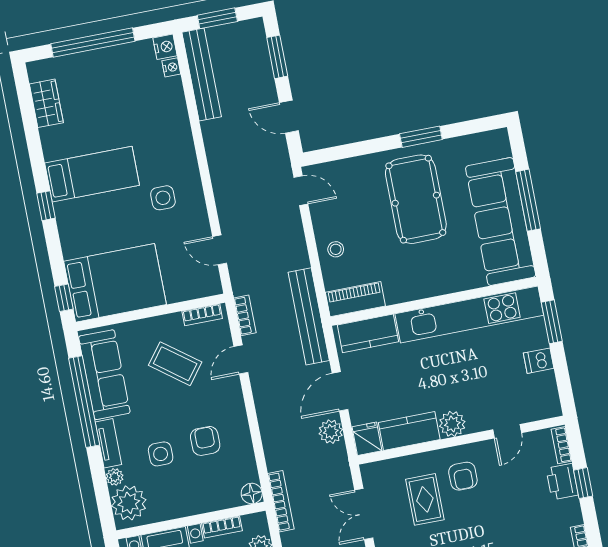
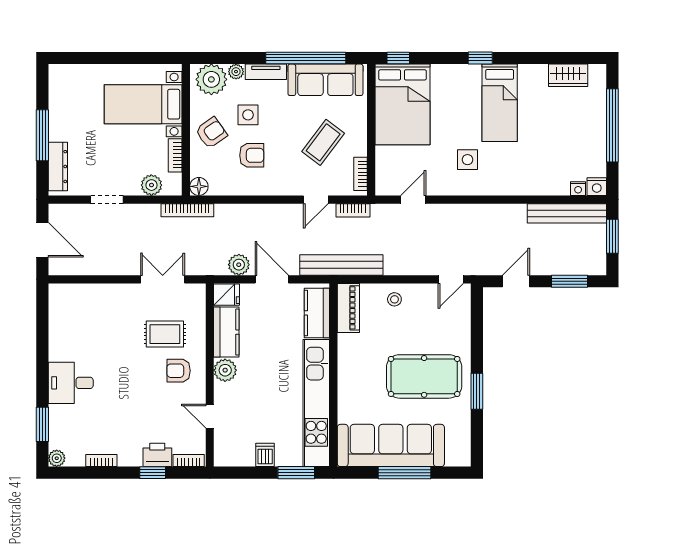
door: (241, 359) -> (316, 200), swing flipped
armchair: (189, 491) -> (211, 133), added

